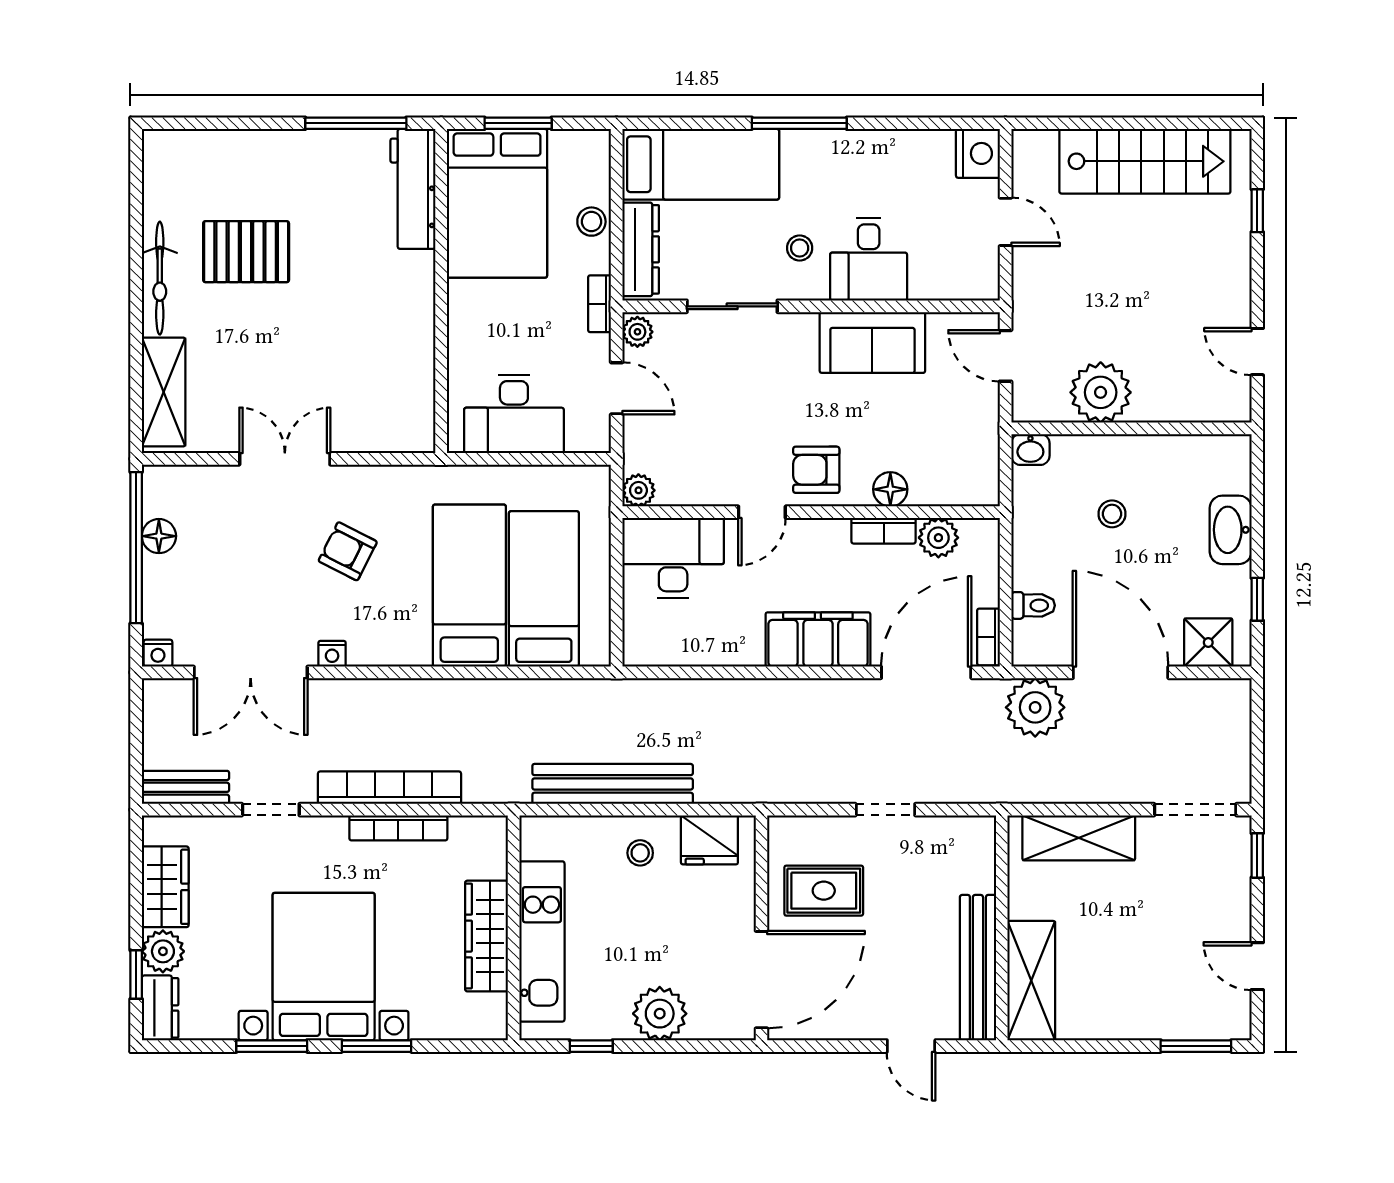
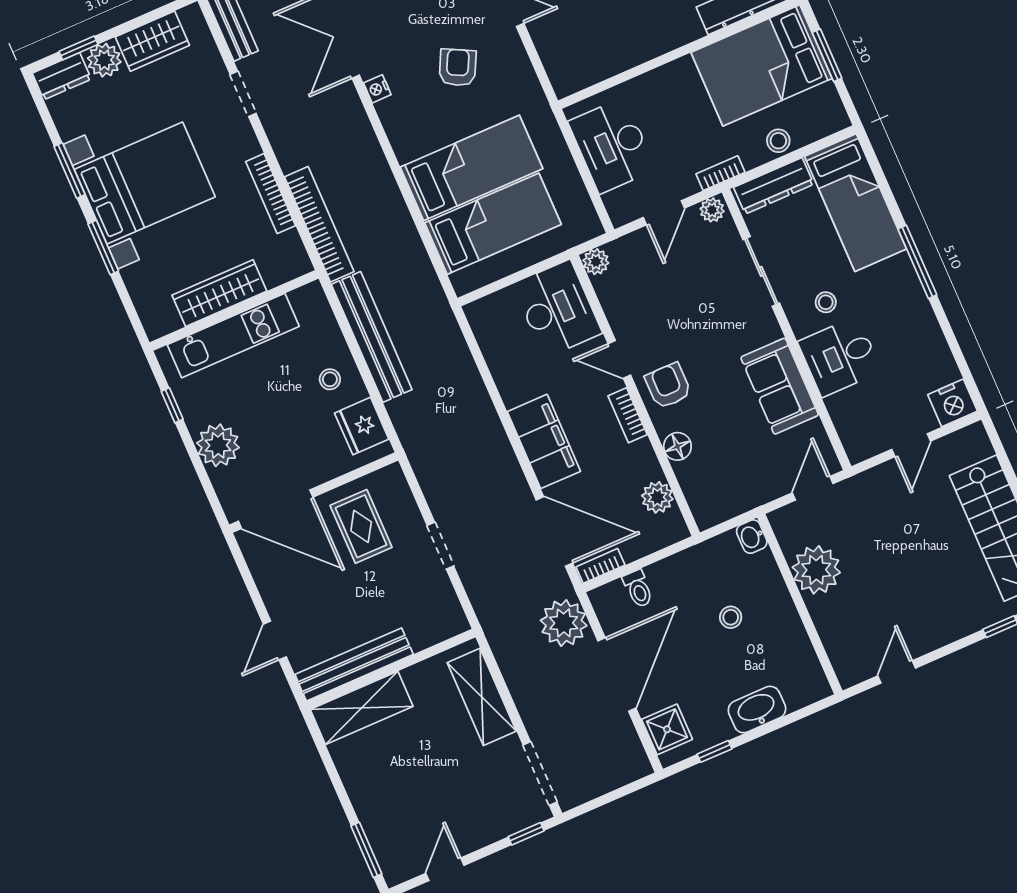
bookcase: (884, 531) -> (628, 415), moved
bookcase: (390, 788) -> (319, 224), moved

